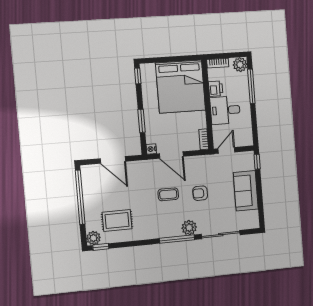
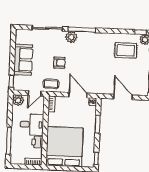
plant: (240, 65) -> (18, 100), moved
coffee table: (168, 194) -> (51, 84), moved

